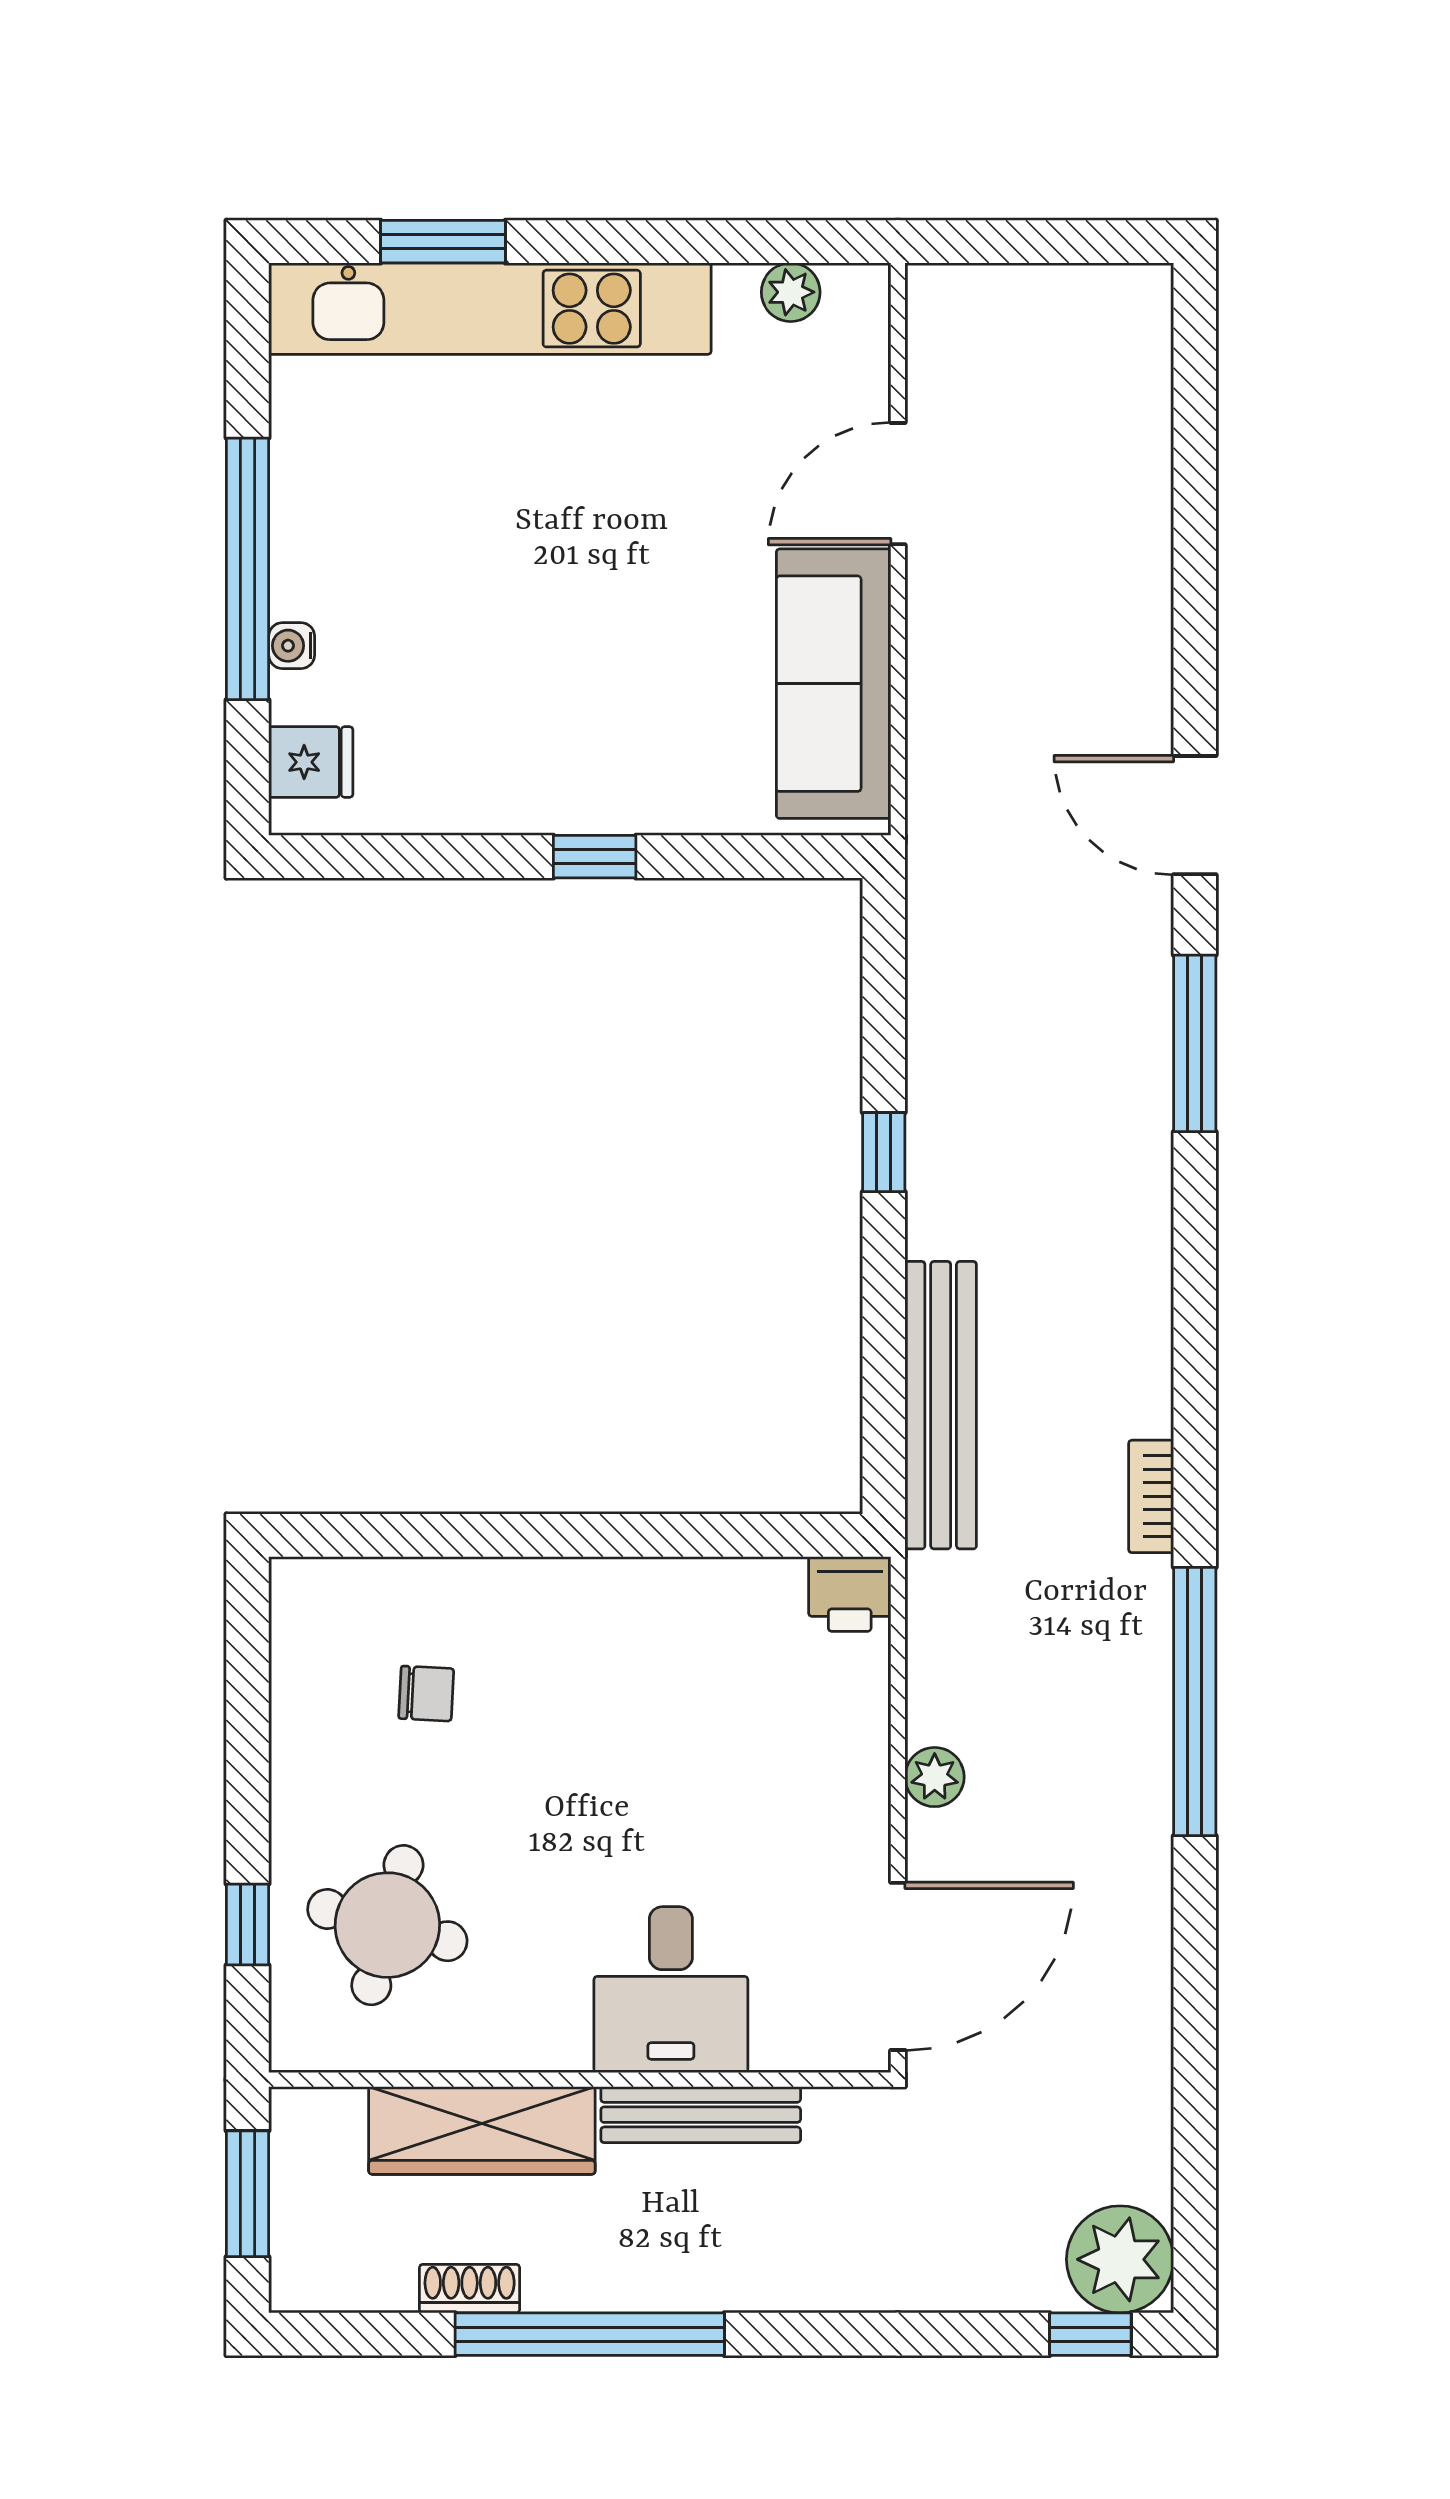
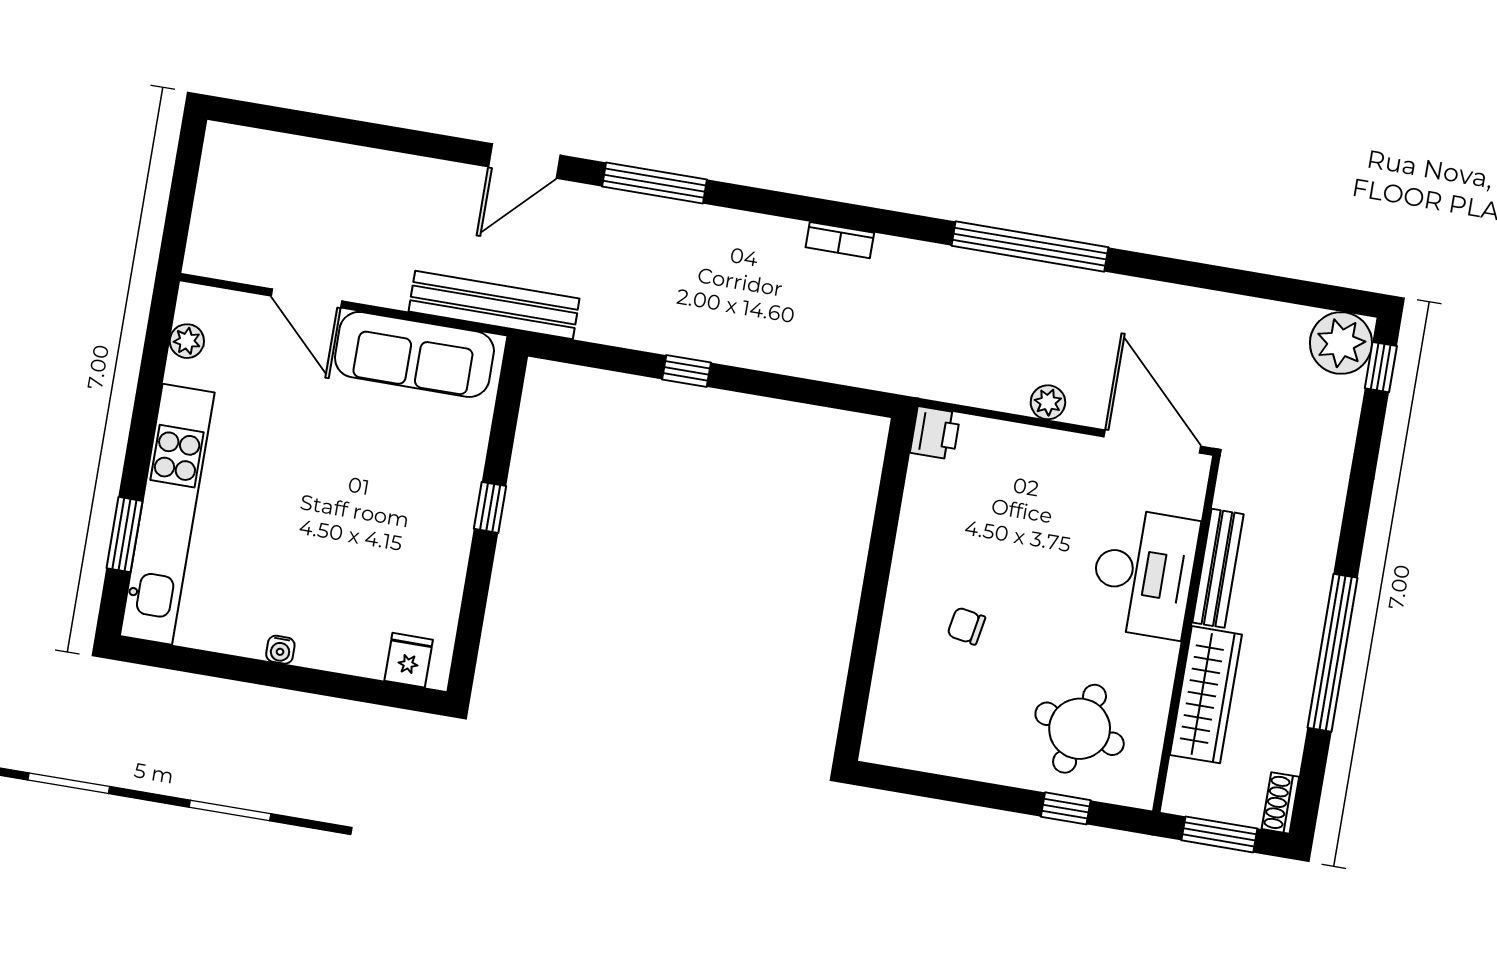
window: (248, 569) -> (292, 678), removed
water cooler: (292, 646) -> (280, 650), moved
bench: (941, 1405) -> (494, 305), moved
bookcase: (1151, 1496) -> (840, 240), moved
chair: (426, 1694) -> (966, 626), moved, turned -83
desk: (671, 1990) -> (1144, 573), width x1.37
shoe rack: (470, 2289) -> (1280, 803), moved

